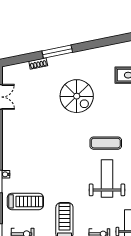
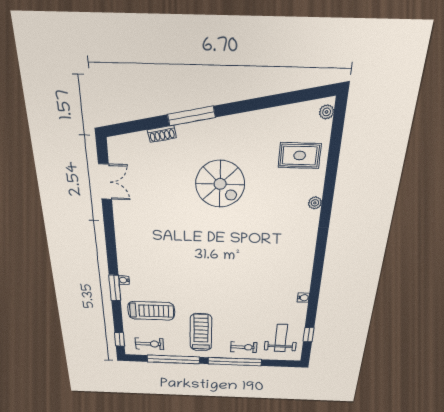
exercise mat: (106, 143) -> (259, 247), removed
weight bench: (107, 179) -> (257, 289), removed

